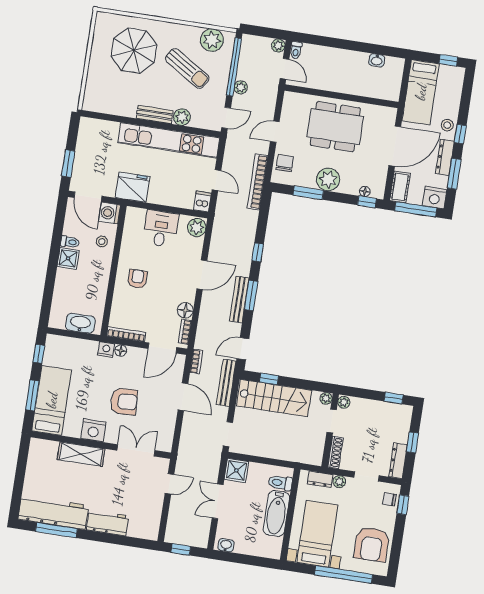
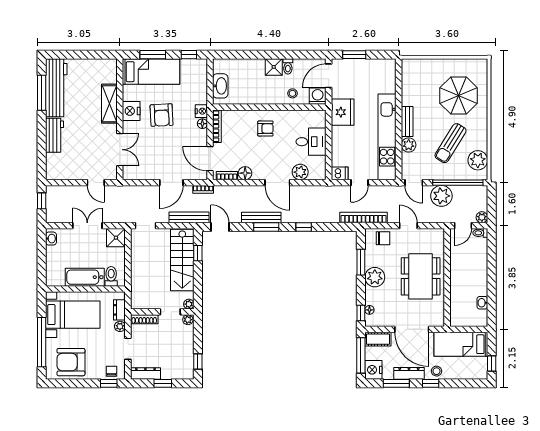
plant: (241, 87) -> (441, 196), width x1.87, depth x1.87
plant: (197, 228) -> (300, 172), moved
armchair: (124, 402) -> (162, 115), moved

